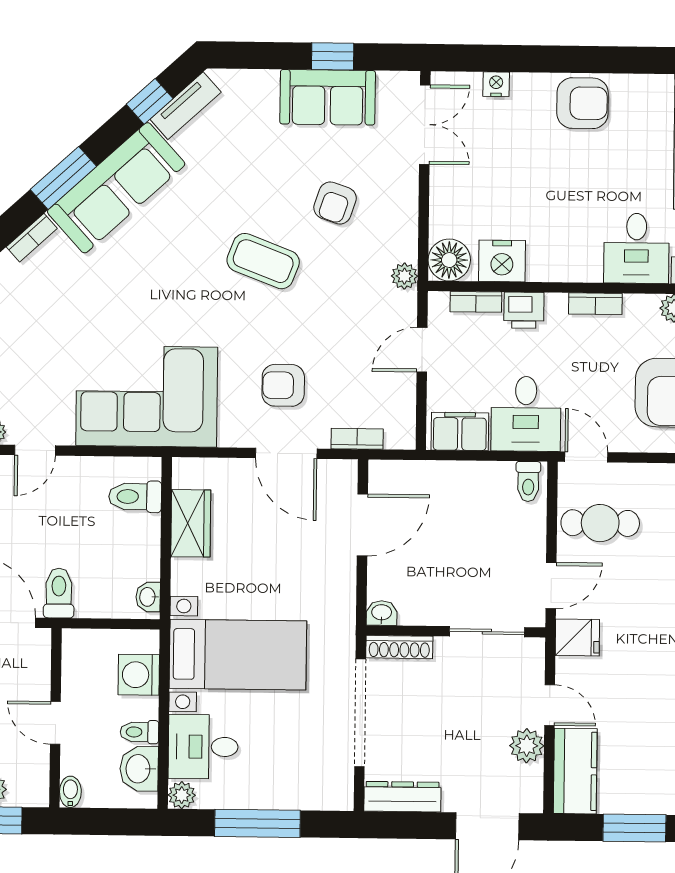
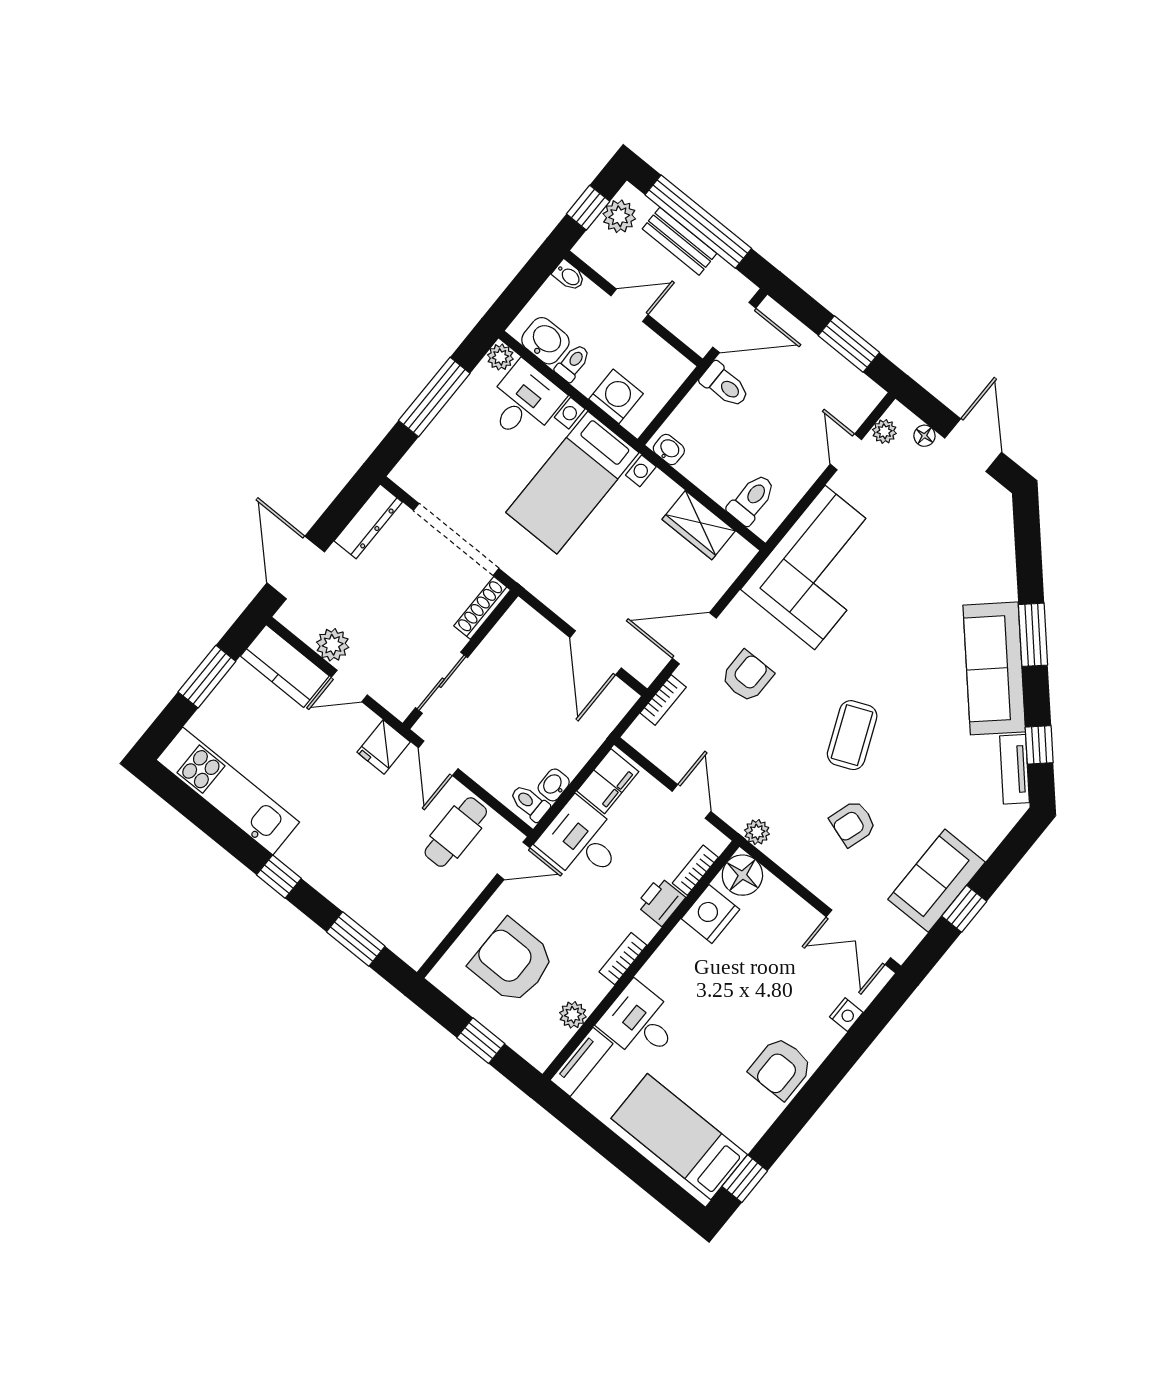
armchair: (335, 203) -> (853, 823), turned -91
bookcase: (32, 238) -> (1007, 576), removed
coffee table: (263, 261) -> (852, 735), turned -44
washbasin: (382, 613) -> (554, 785), moved, turned 180

